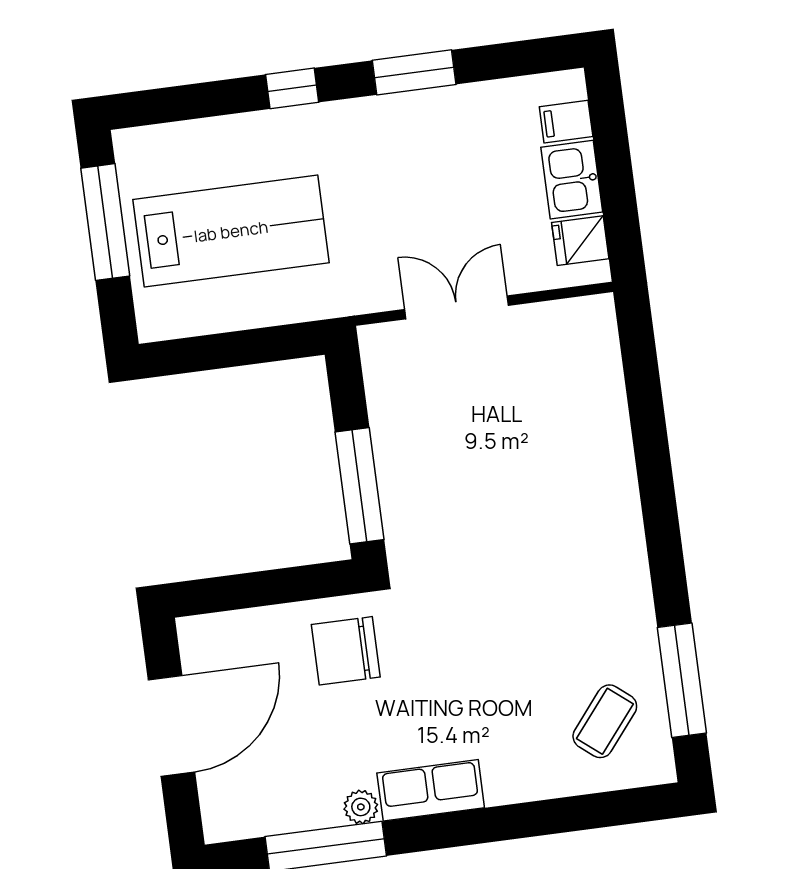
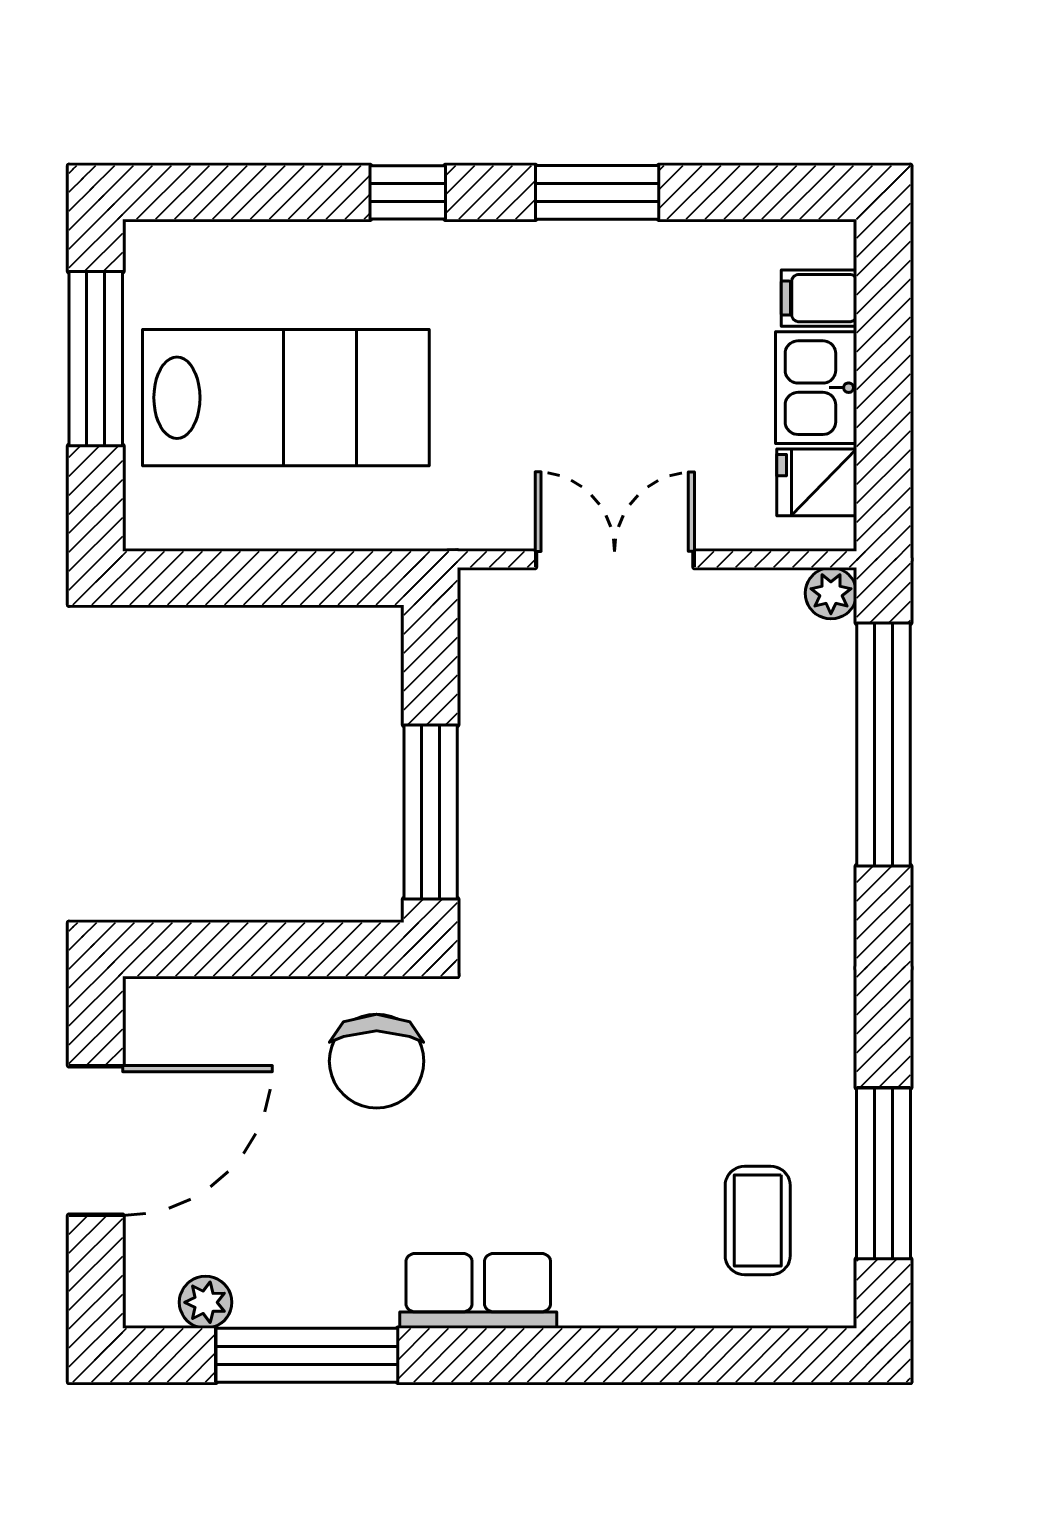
plant: (599, 311) -> (831, 593), added
window: (646, 404) -> (884, 744), added
chair: (346, 651) -> (377, 1061), turned -90
coffee table: (605, 721) -> (758, 1221), turned -39
plant: (361, 807) -> (206, 1302), moved

